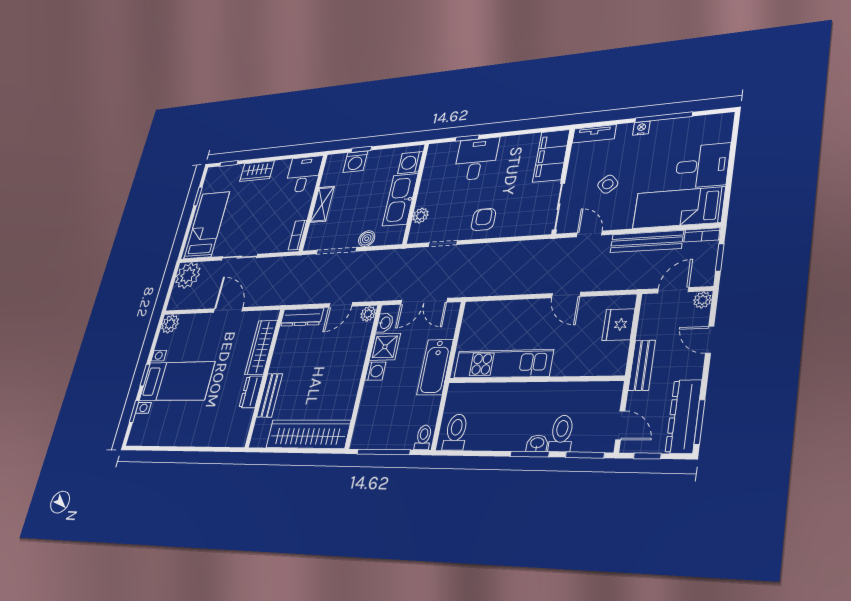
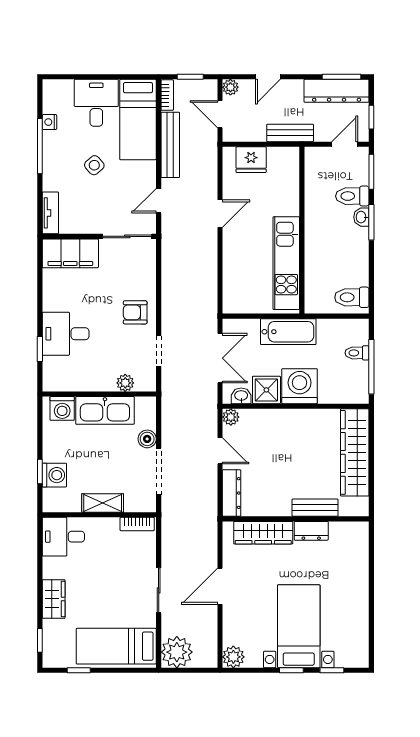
nightstand: (641, 128) -> (49, 122), moved
side table: (608, 184) -> (94, 165), moved
washing machine: (375, 371) -> (300, 386), width x1.89, depth x1.89
toilet: (423, 437) -> (357, 353), moved

